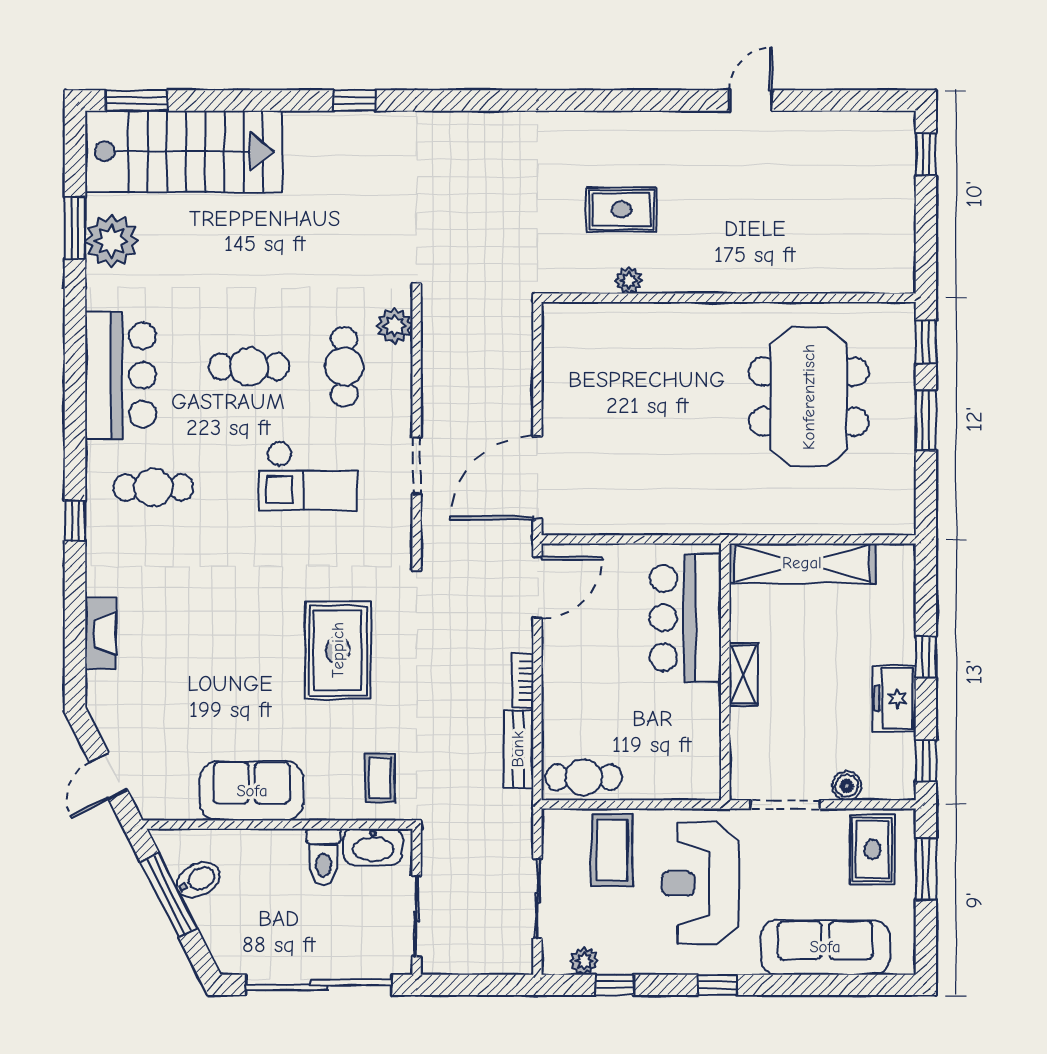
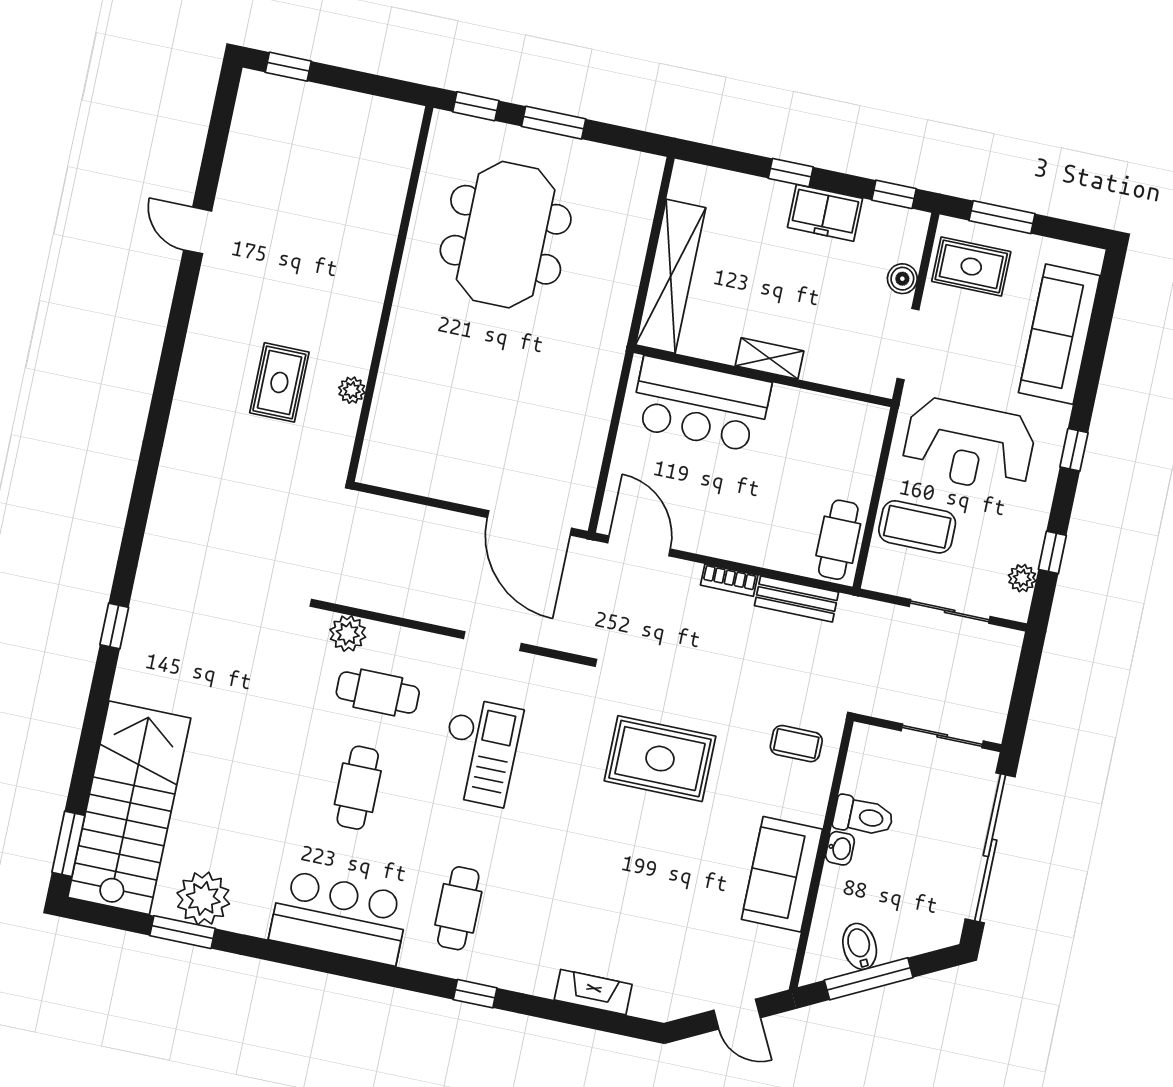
meeting table: (809, 397) -> (506, 235), turned 90
washbasin: (373, 847) -> (840, 848), moved, width x0.52, depth x0.69

